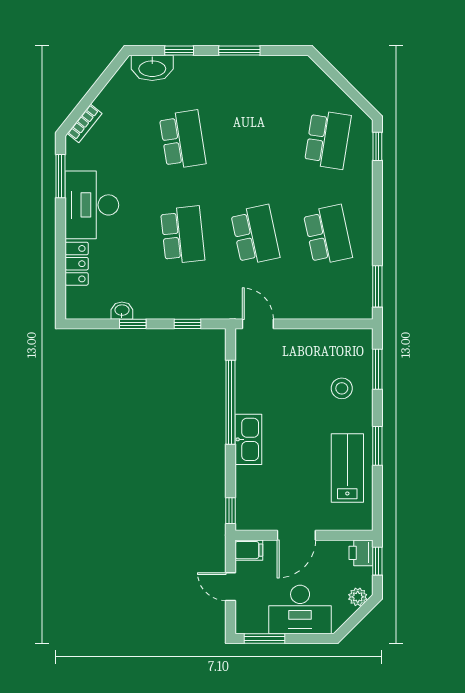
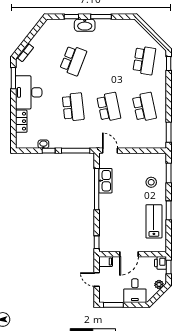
washbasin: (152, 68) -> (85, 25), moved
school desk: (183, 140) -> (73, 60), turned 30
window: (187, 324) -> (76, 151), width x2.17
kitchen sink: (248, 439) -> (105, 181), moved
desk: (300, 609) -> (135, 291), width x0.73

